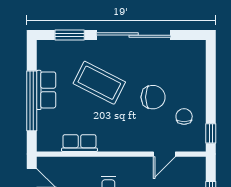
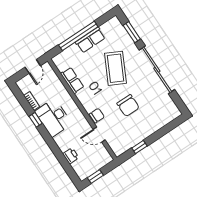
chair: (184, 116) -> (97, 116), moved
window: (211, 133) -> (139, 147), moved

